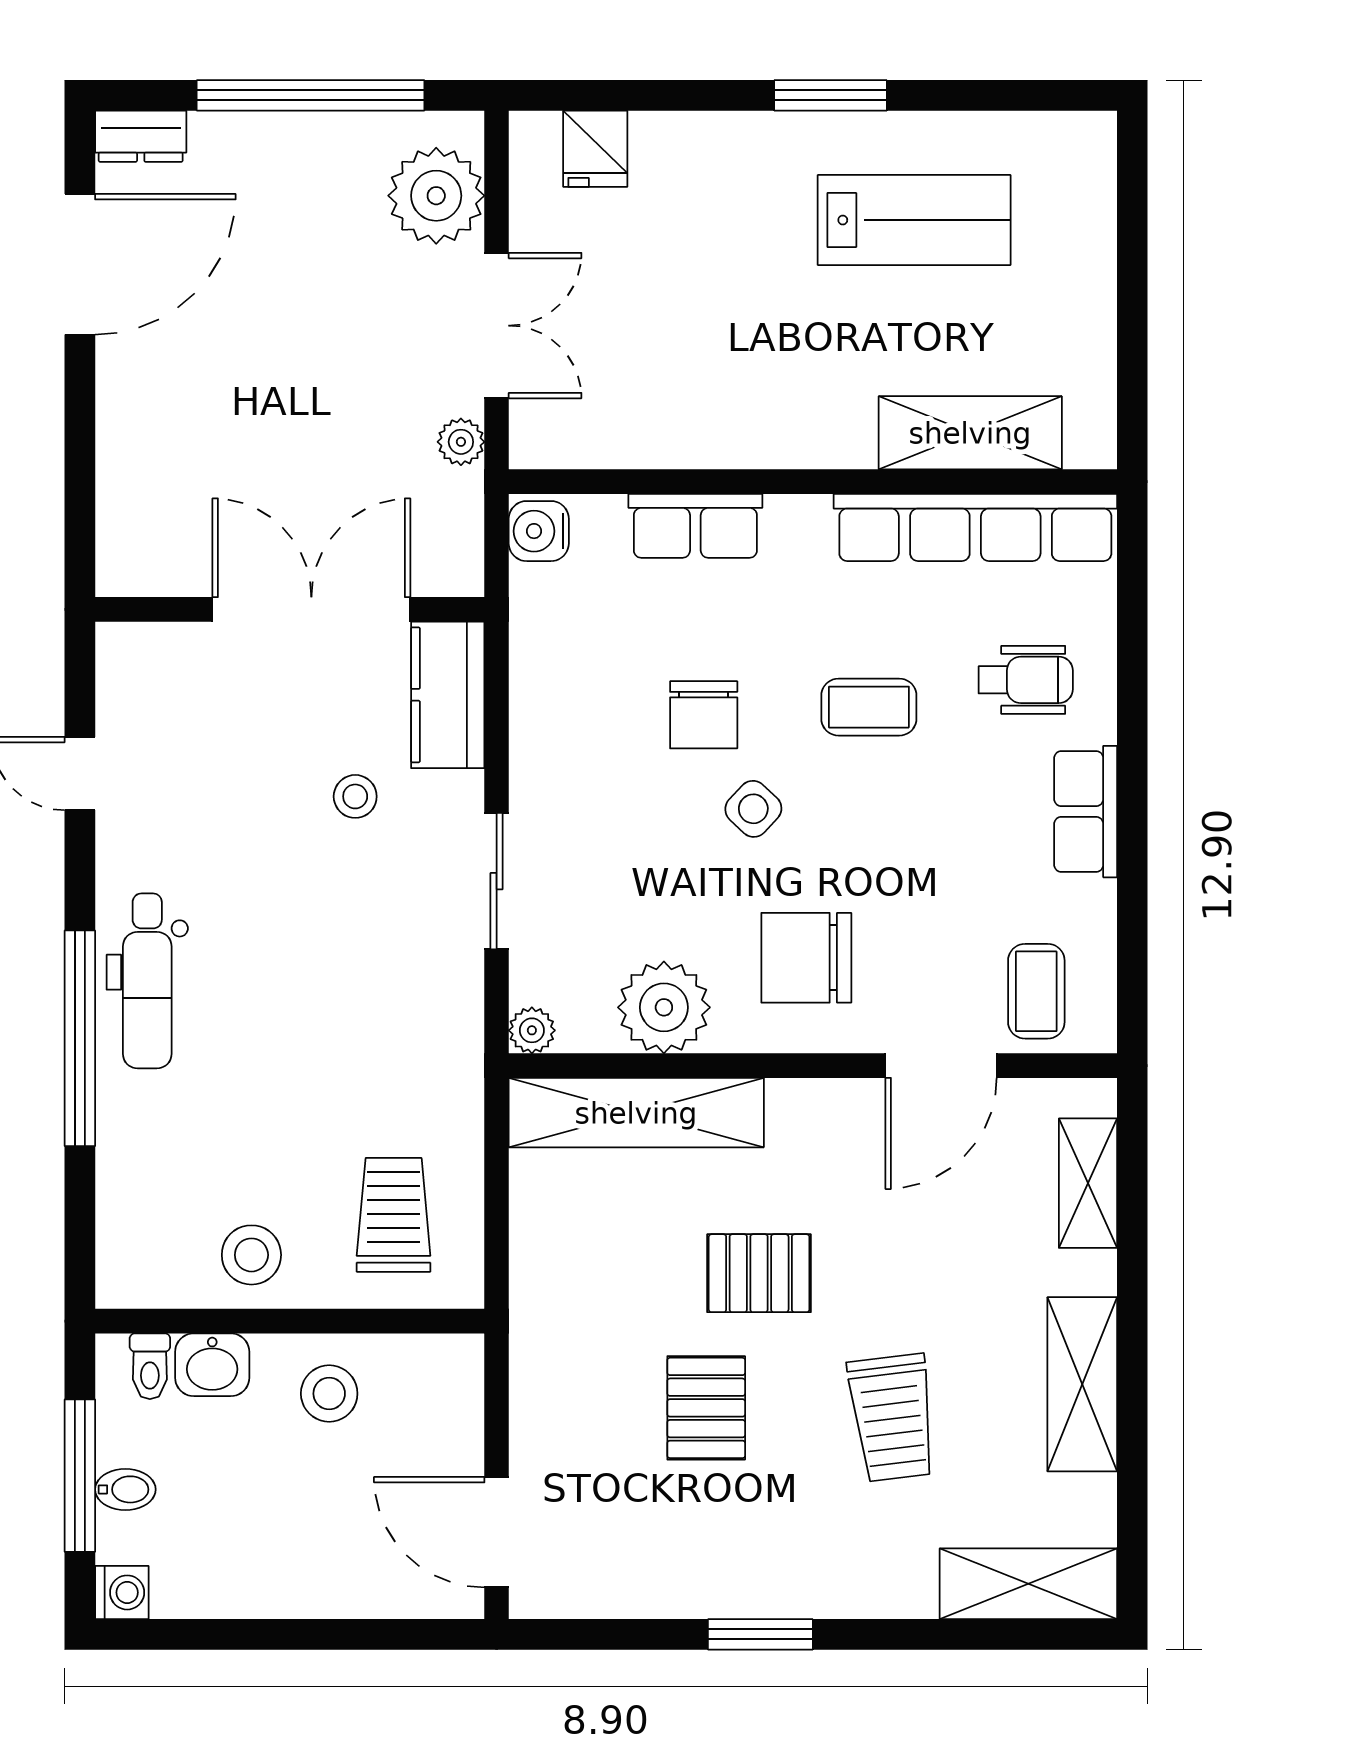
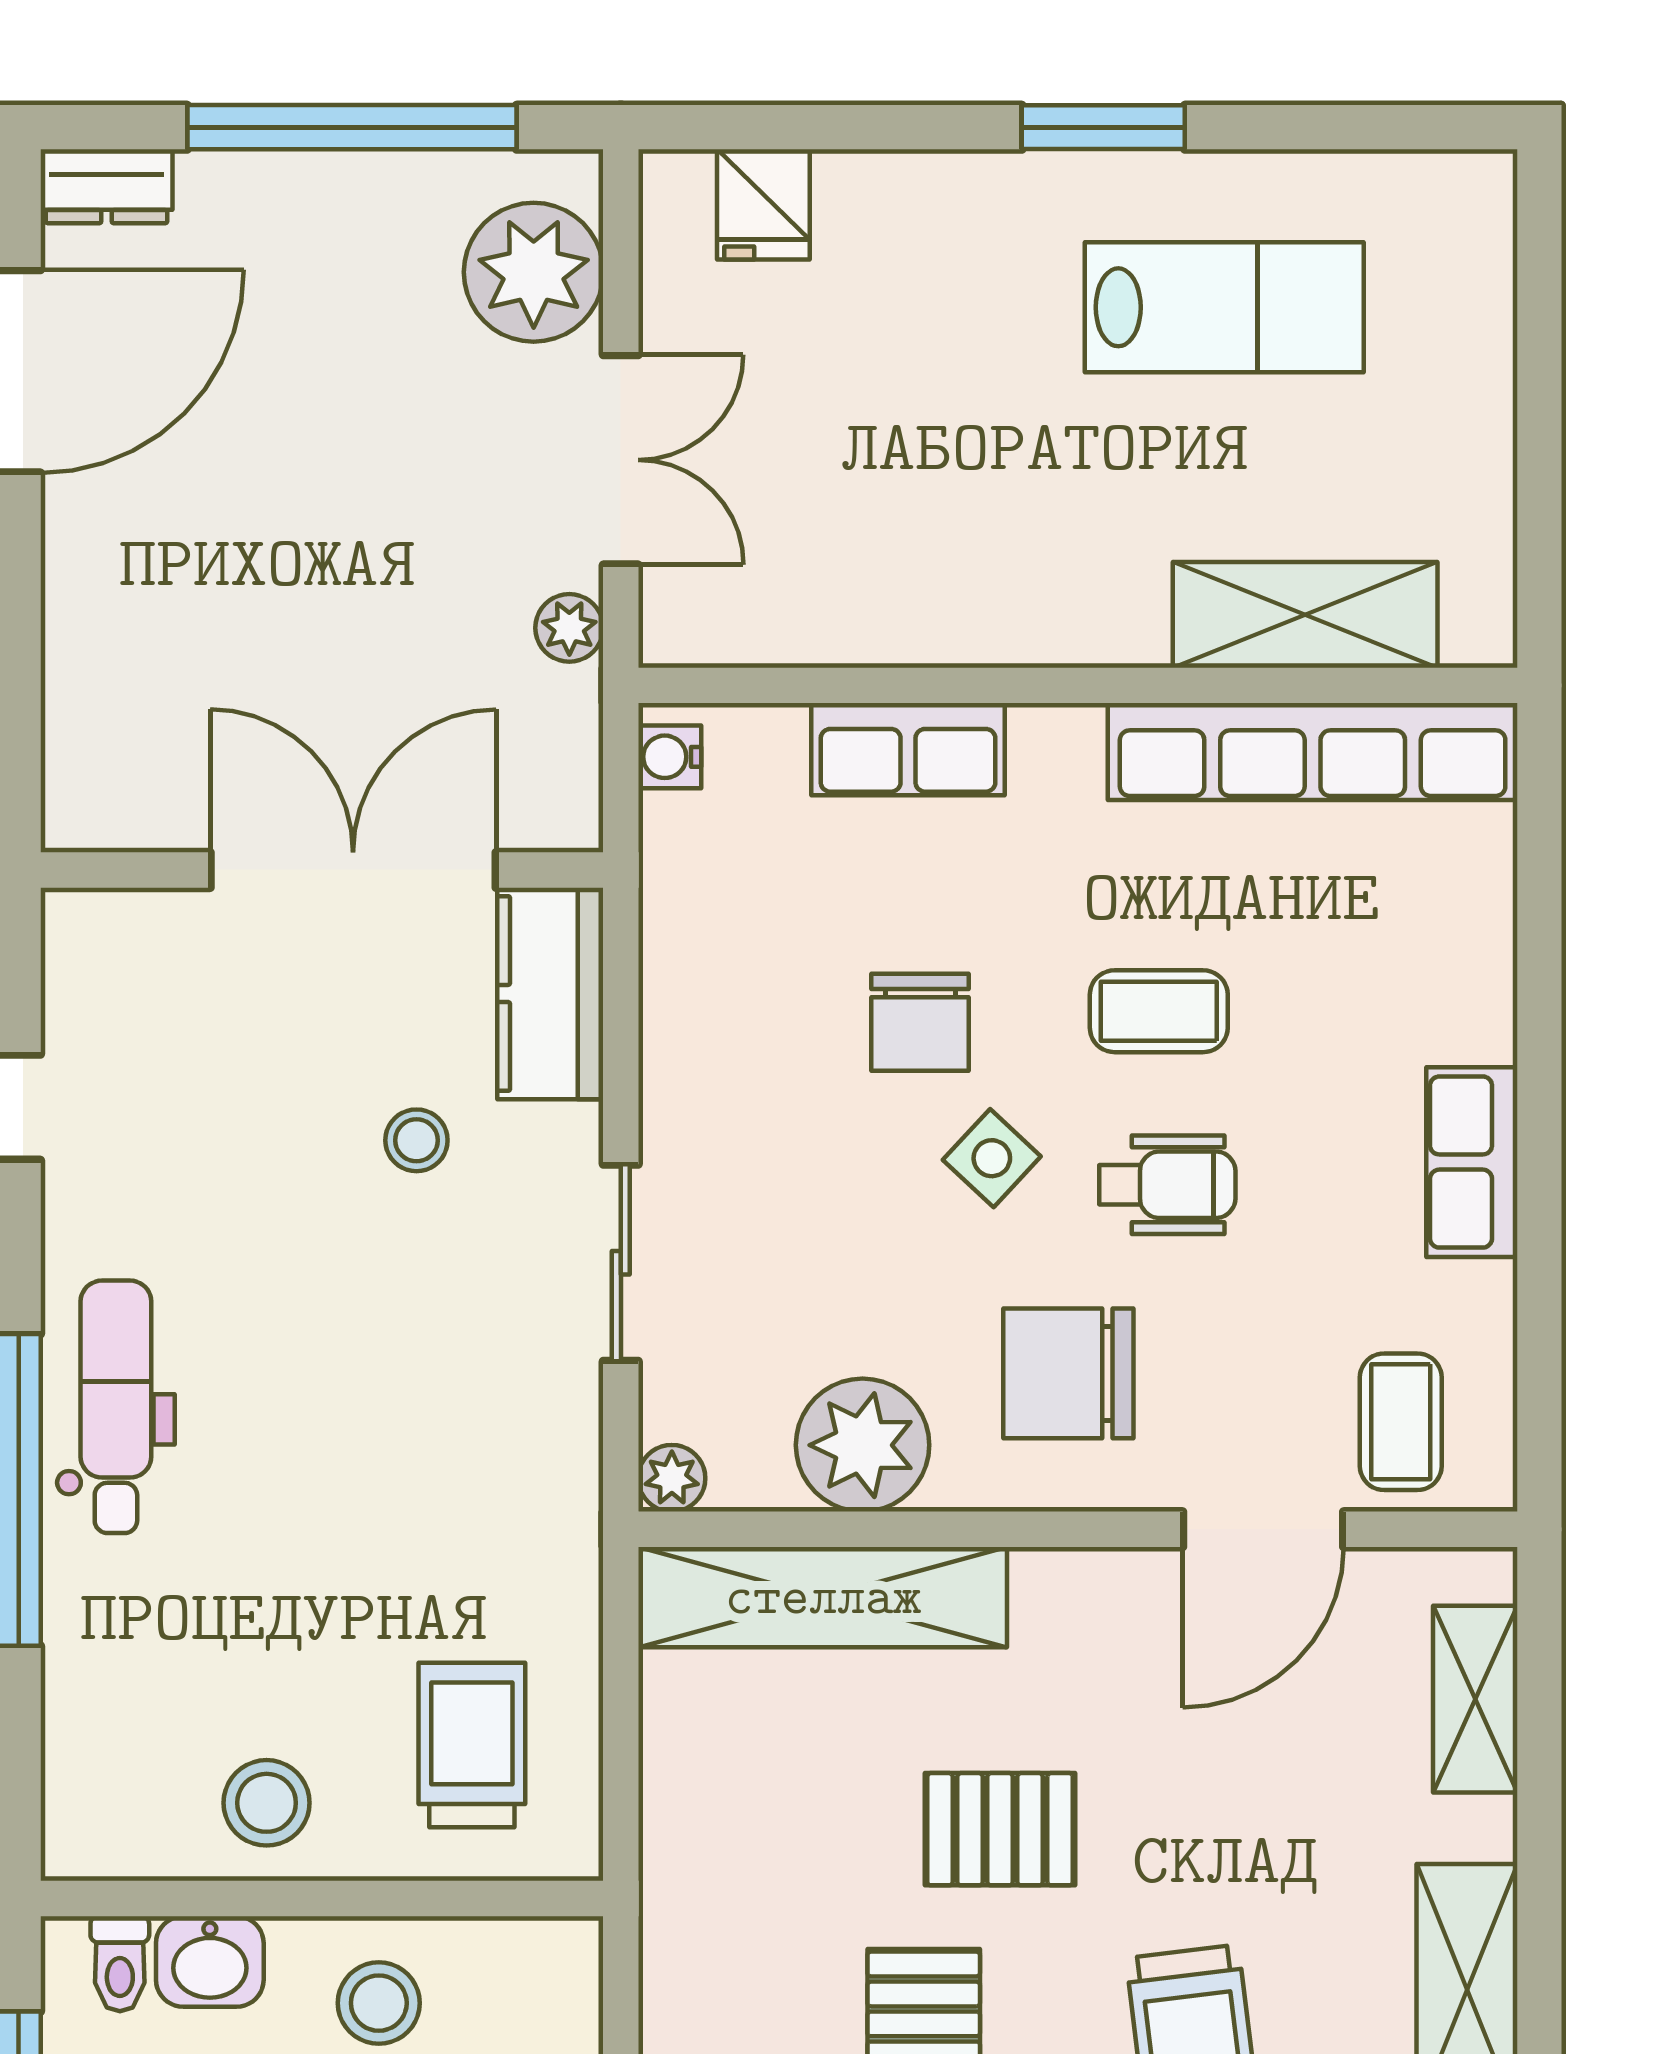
water cooler: (539, 531) -> (670, 757), width x0.72, depth x0.72
wheelchair: (1026, 680) -> (1167, 1185), moved
dental chair: (147, 981) -> (116, 1407), turned 180

